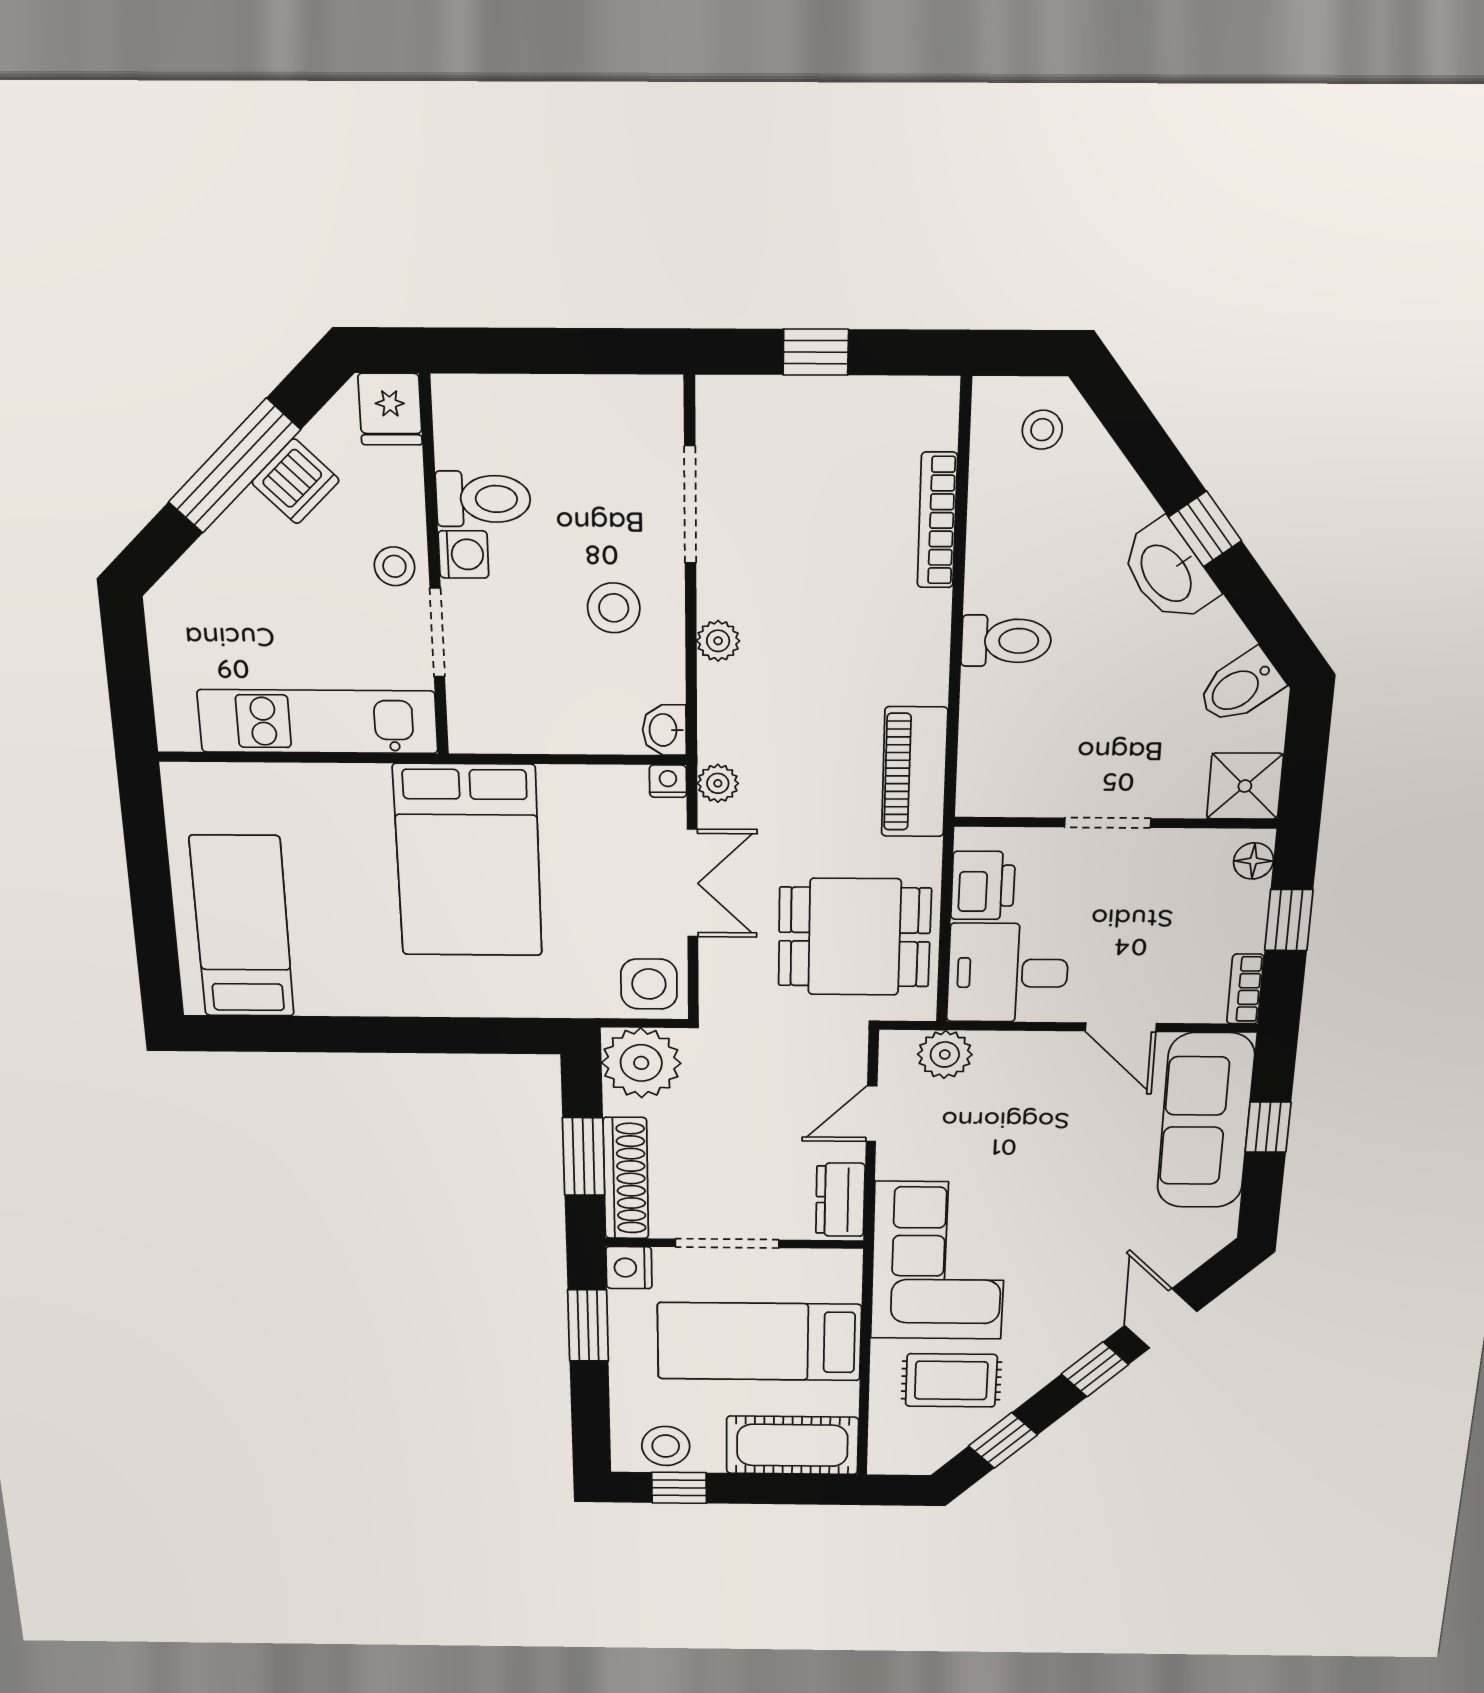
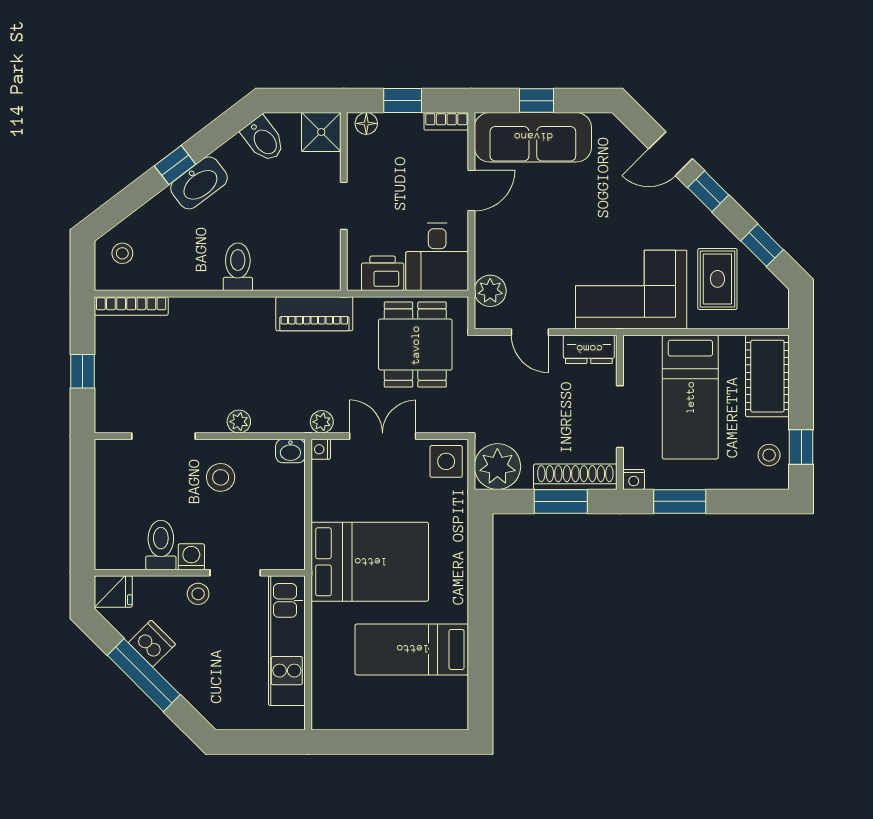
bookcase: (937, 520) -> (131, 306), moved
bed: (242, 927) -> (412, 649), moved
nightstand: (629, 1268) -> (634, 479), width x0.72, depth x0.74
stool: (666, 1446) -> (769, 455), width x0.73, depth x0.73

